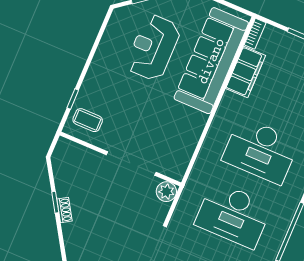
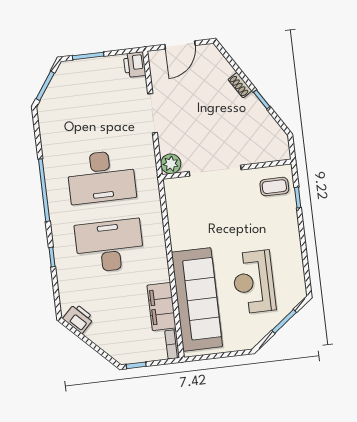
reception desk: (153, 48) -> (254, 282), turned 180
shoe rack: (65, 210) -> (240, 85), moved
desk: (233, 215) -> (101, 177), turned 180

